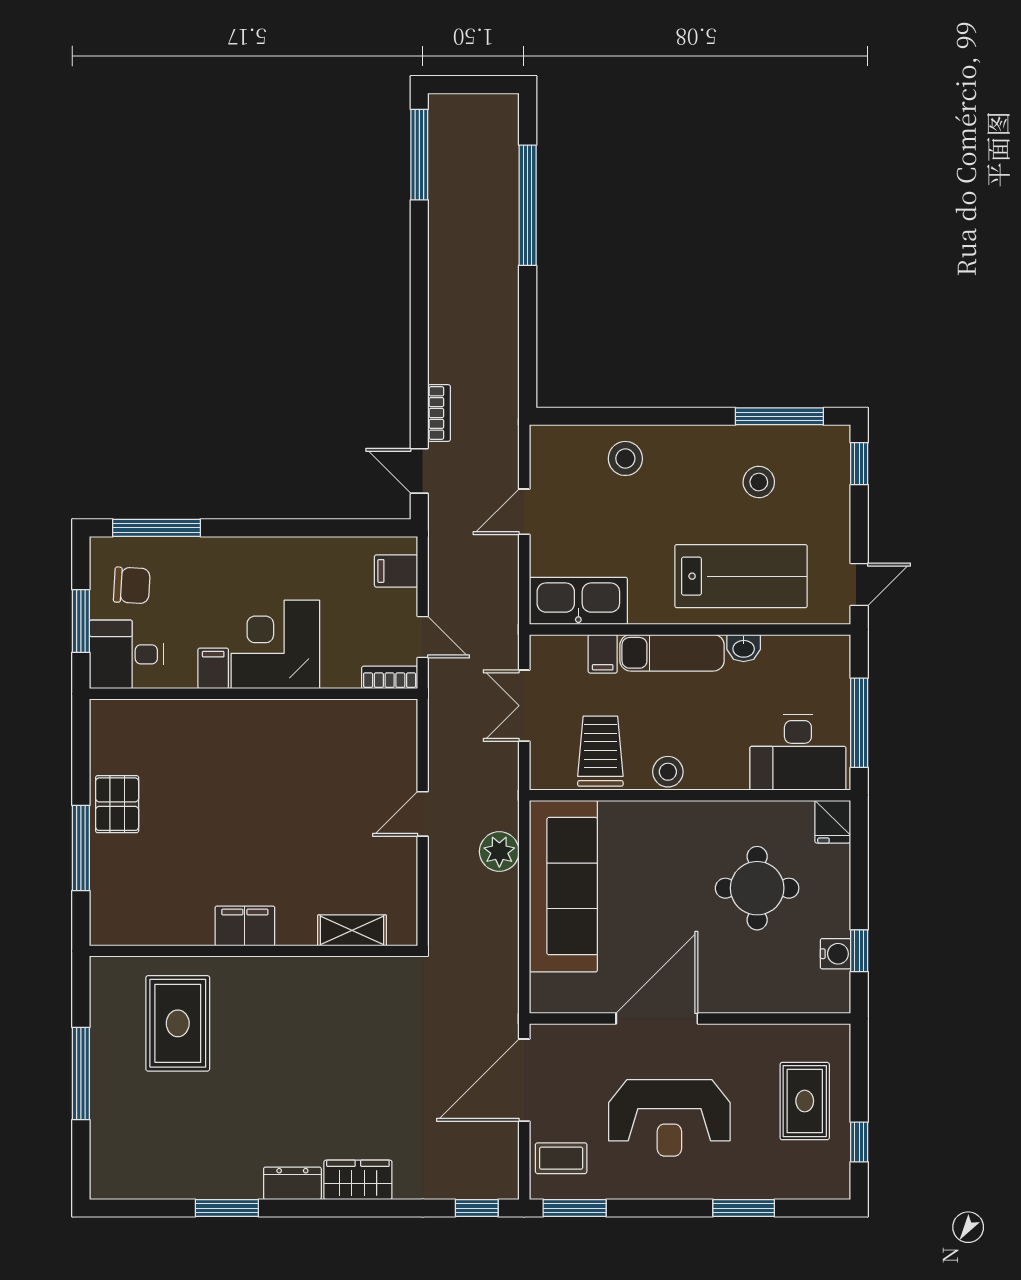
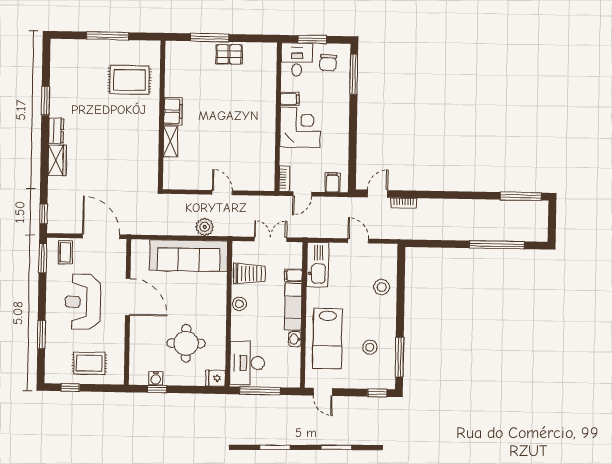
shelving: (352, 930) -> (170, 141), moved

